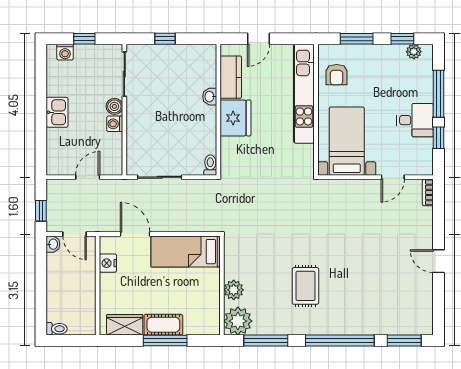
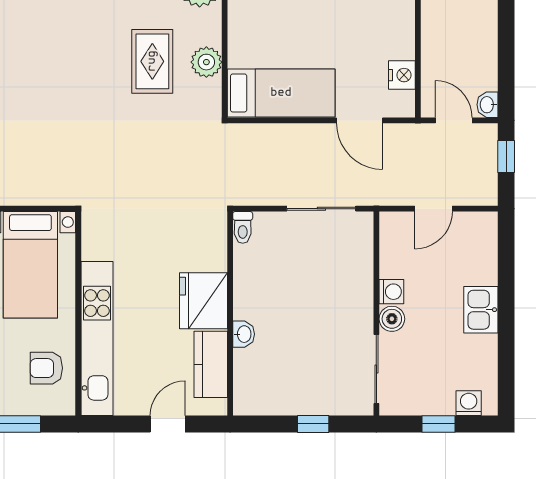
armchair: (337, 75) -> (46, 368), turned -90
rug: (305, 286) -> (152, 61), moved
plant: (234, 290) -> (206, 62), moved

